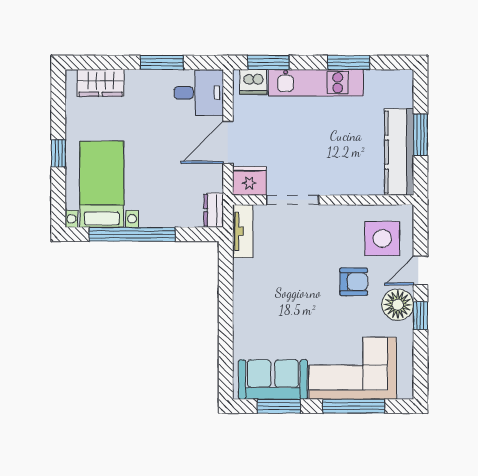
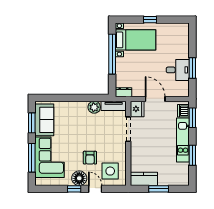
wardrobe: (101, 83) -> (183, 39), removed
desk: (199, 93) -> (178, 70), moved, turned -90
kitchen counter: (399, 152) -> (144, 179), width x0.67
plant: (246, 273) -> (94, 107), added

